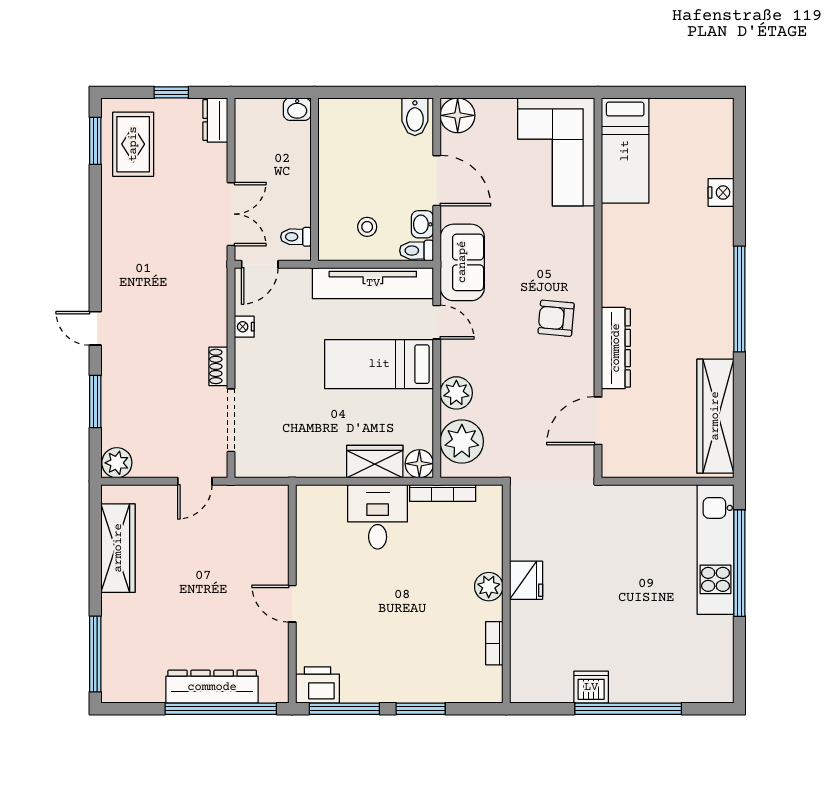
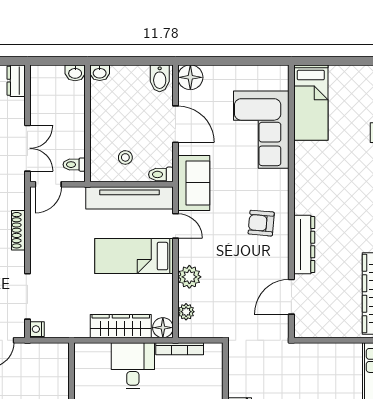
corner sofa: (556, 152) -> (261, 130), moved
washbasin: (422, 224) -> (100, 73), moved, turned -90
nightstand: (244, 327) -> (37, 329), moved
shoe rack: (218, 366) -> (18, 230), moved, width x1.43
plant: (462, 441) -> (186, 312), width x0.53, depth x0.53
wardrobe: (375, 462) -> (121, 326), width x1.50

